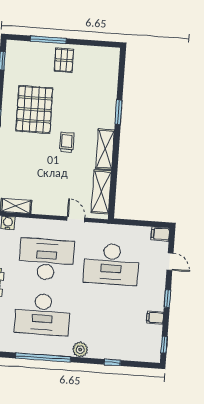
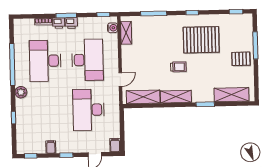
shelving: (109, 77) -> (232, 95), added

